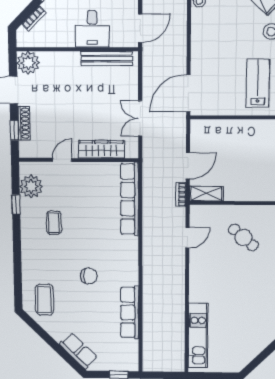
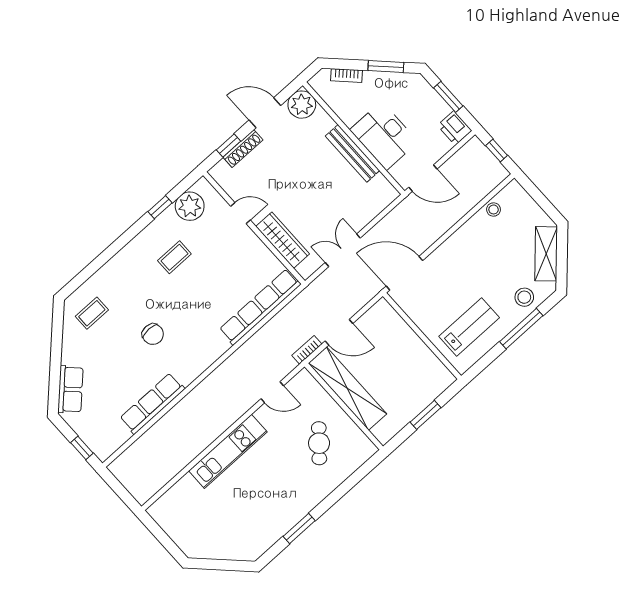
desk: (92, 29) -> (384, 136), width x1.37
bench: (107, 58) -> (353, 153), moved
shelving: (206, 194) -> (347, 388), width x2.20, depth x1.33
coffee table: (44, 300) -> (92, 313), width x0.73, depth x0.77
kitchen unit: (198, 335) -> (228, 451), moved

